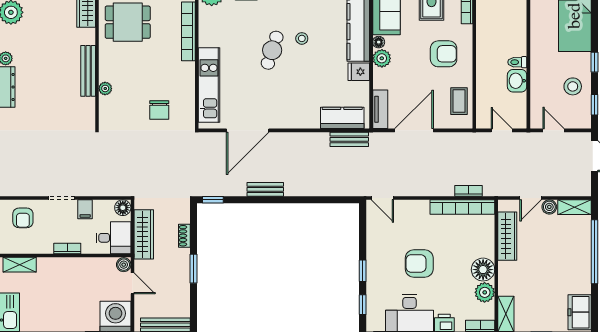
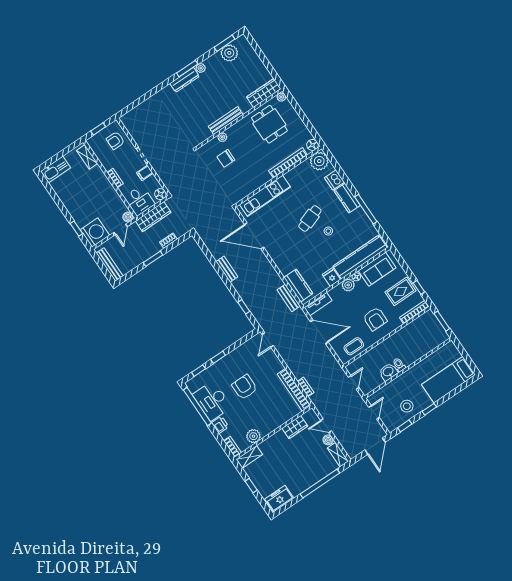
cafe table: (272, 50) -> (310, 218), turned -37
chair: (159, 110) -> (226, 158), moved
window: (213, 200) -> (244, 307), moved
wardrobe: (507, 236) -> (295, 427), width x0.67
floor lamp: (483, 270) -> (266, 426), removed

